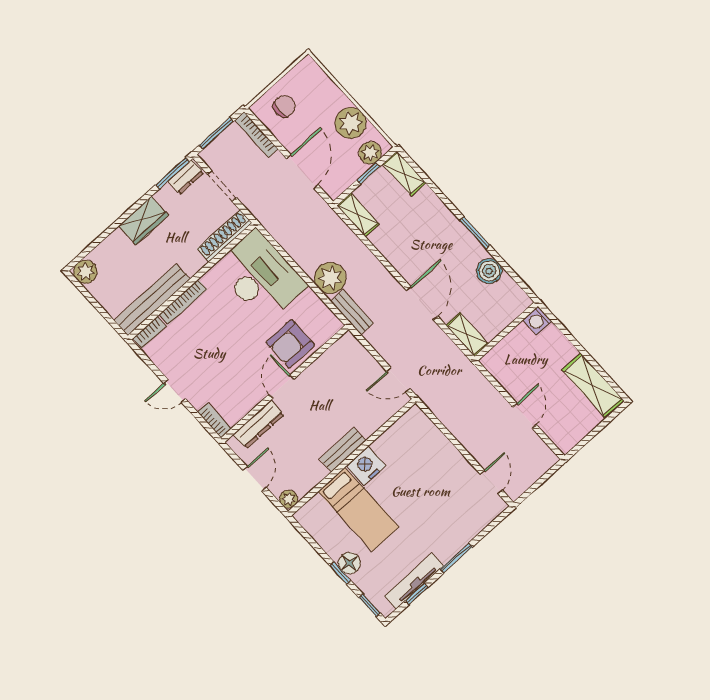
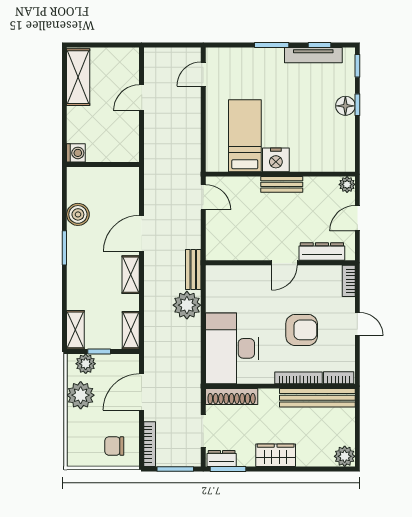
shelving: (467, 335) -> (131, 275), moved
armchair: (290, 344) -> (302, 330), moved
bed: (359, 509) -> (245, 136), moved

